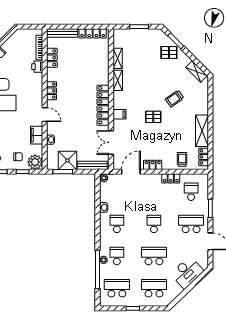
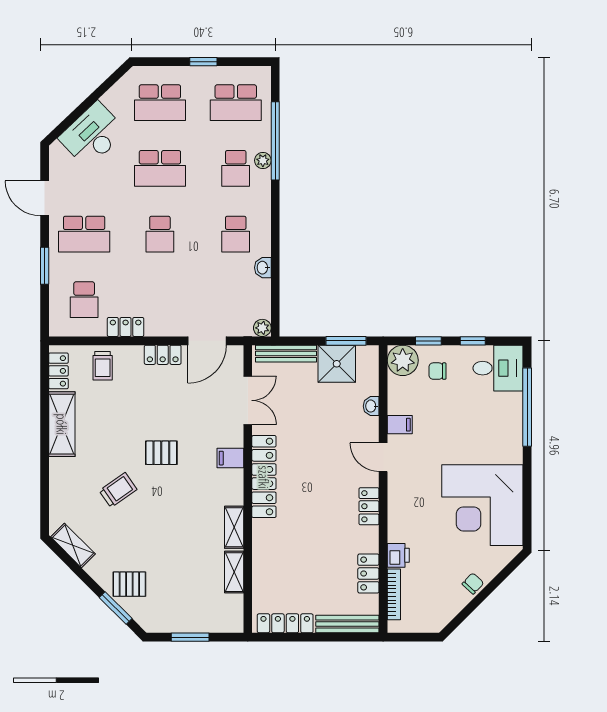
filing cabinet: (37, 135) -> (400, 425), width x0.50

